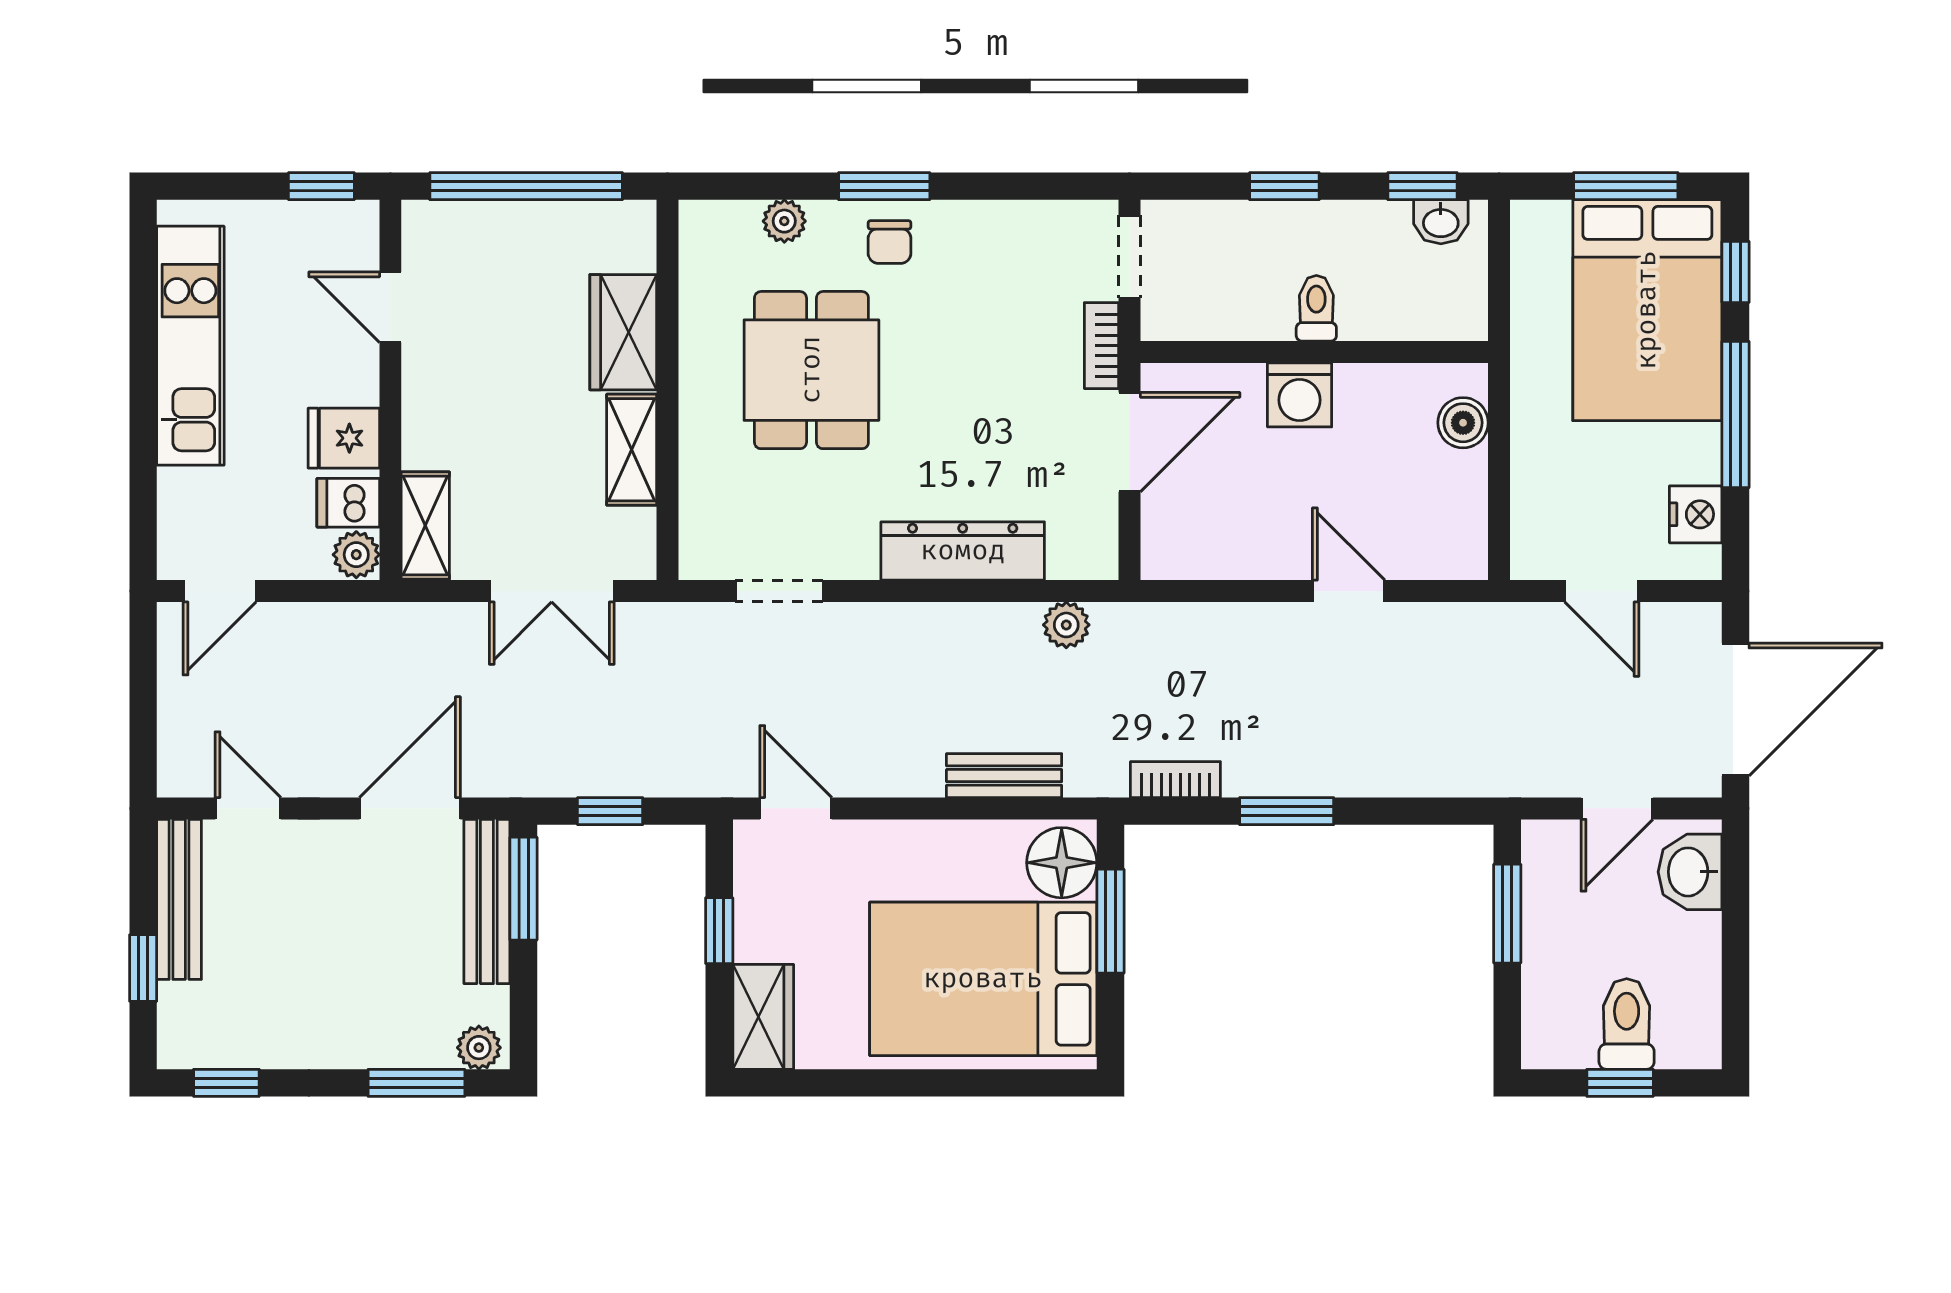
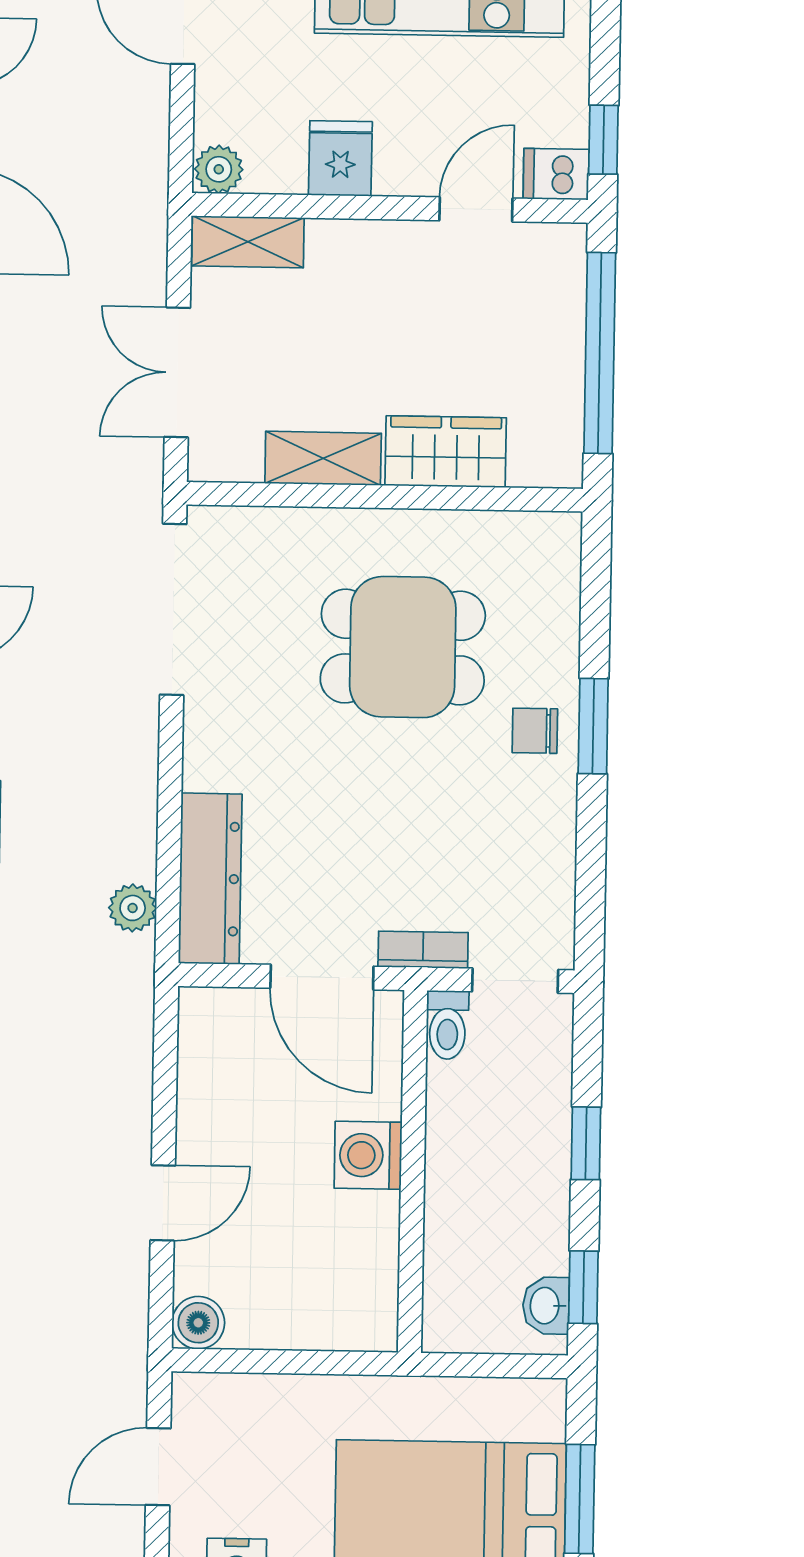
plant: (784, 221) -> (559, 621), removed
toilet: (1316, 308) -> (447, 1025), moved, turned 90
boiler: (1463, 423) -> (198, 1323), moved
dishwasher: (348, 503) -> (556, 174), moved, turned -90
dresser: (963, 551) -> (210, 879), moved
doorway: (779, 591) -> (173, 609), width x1.88

